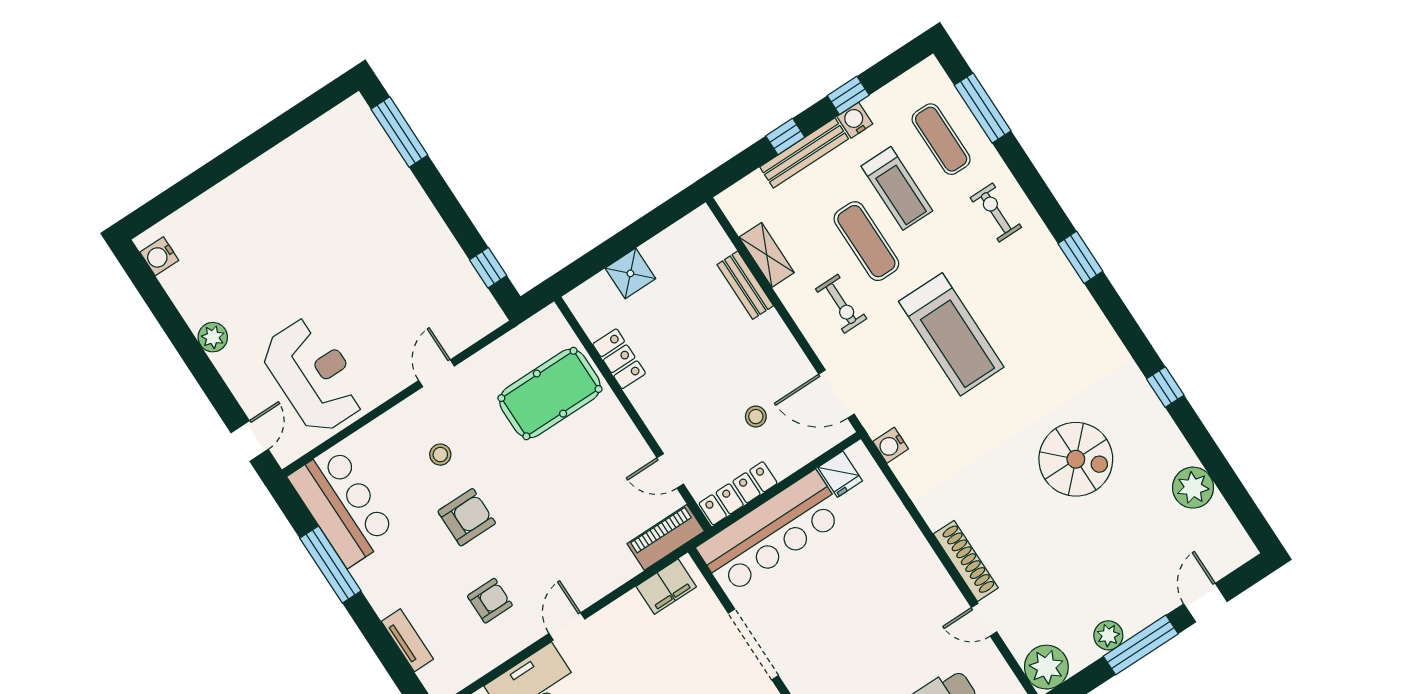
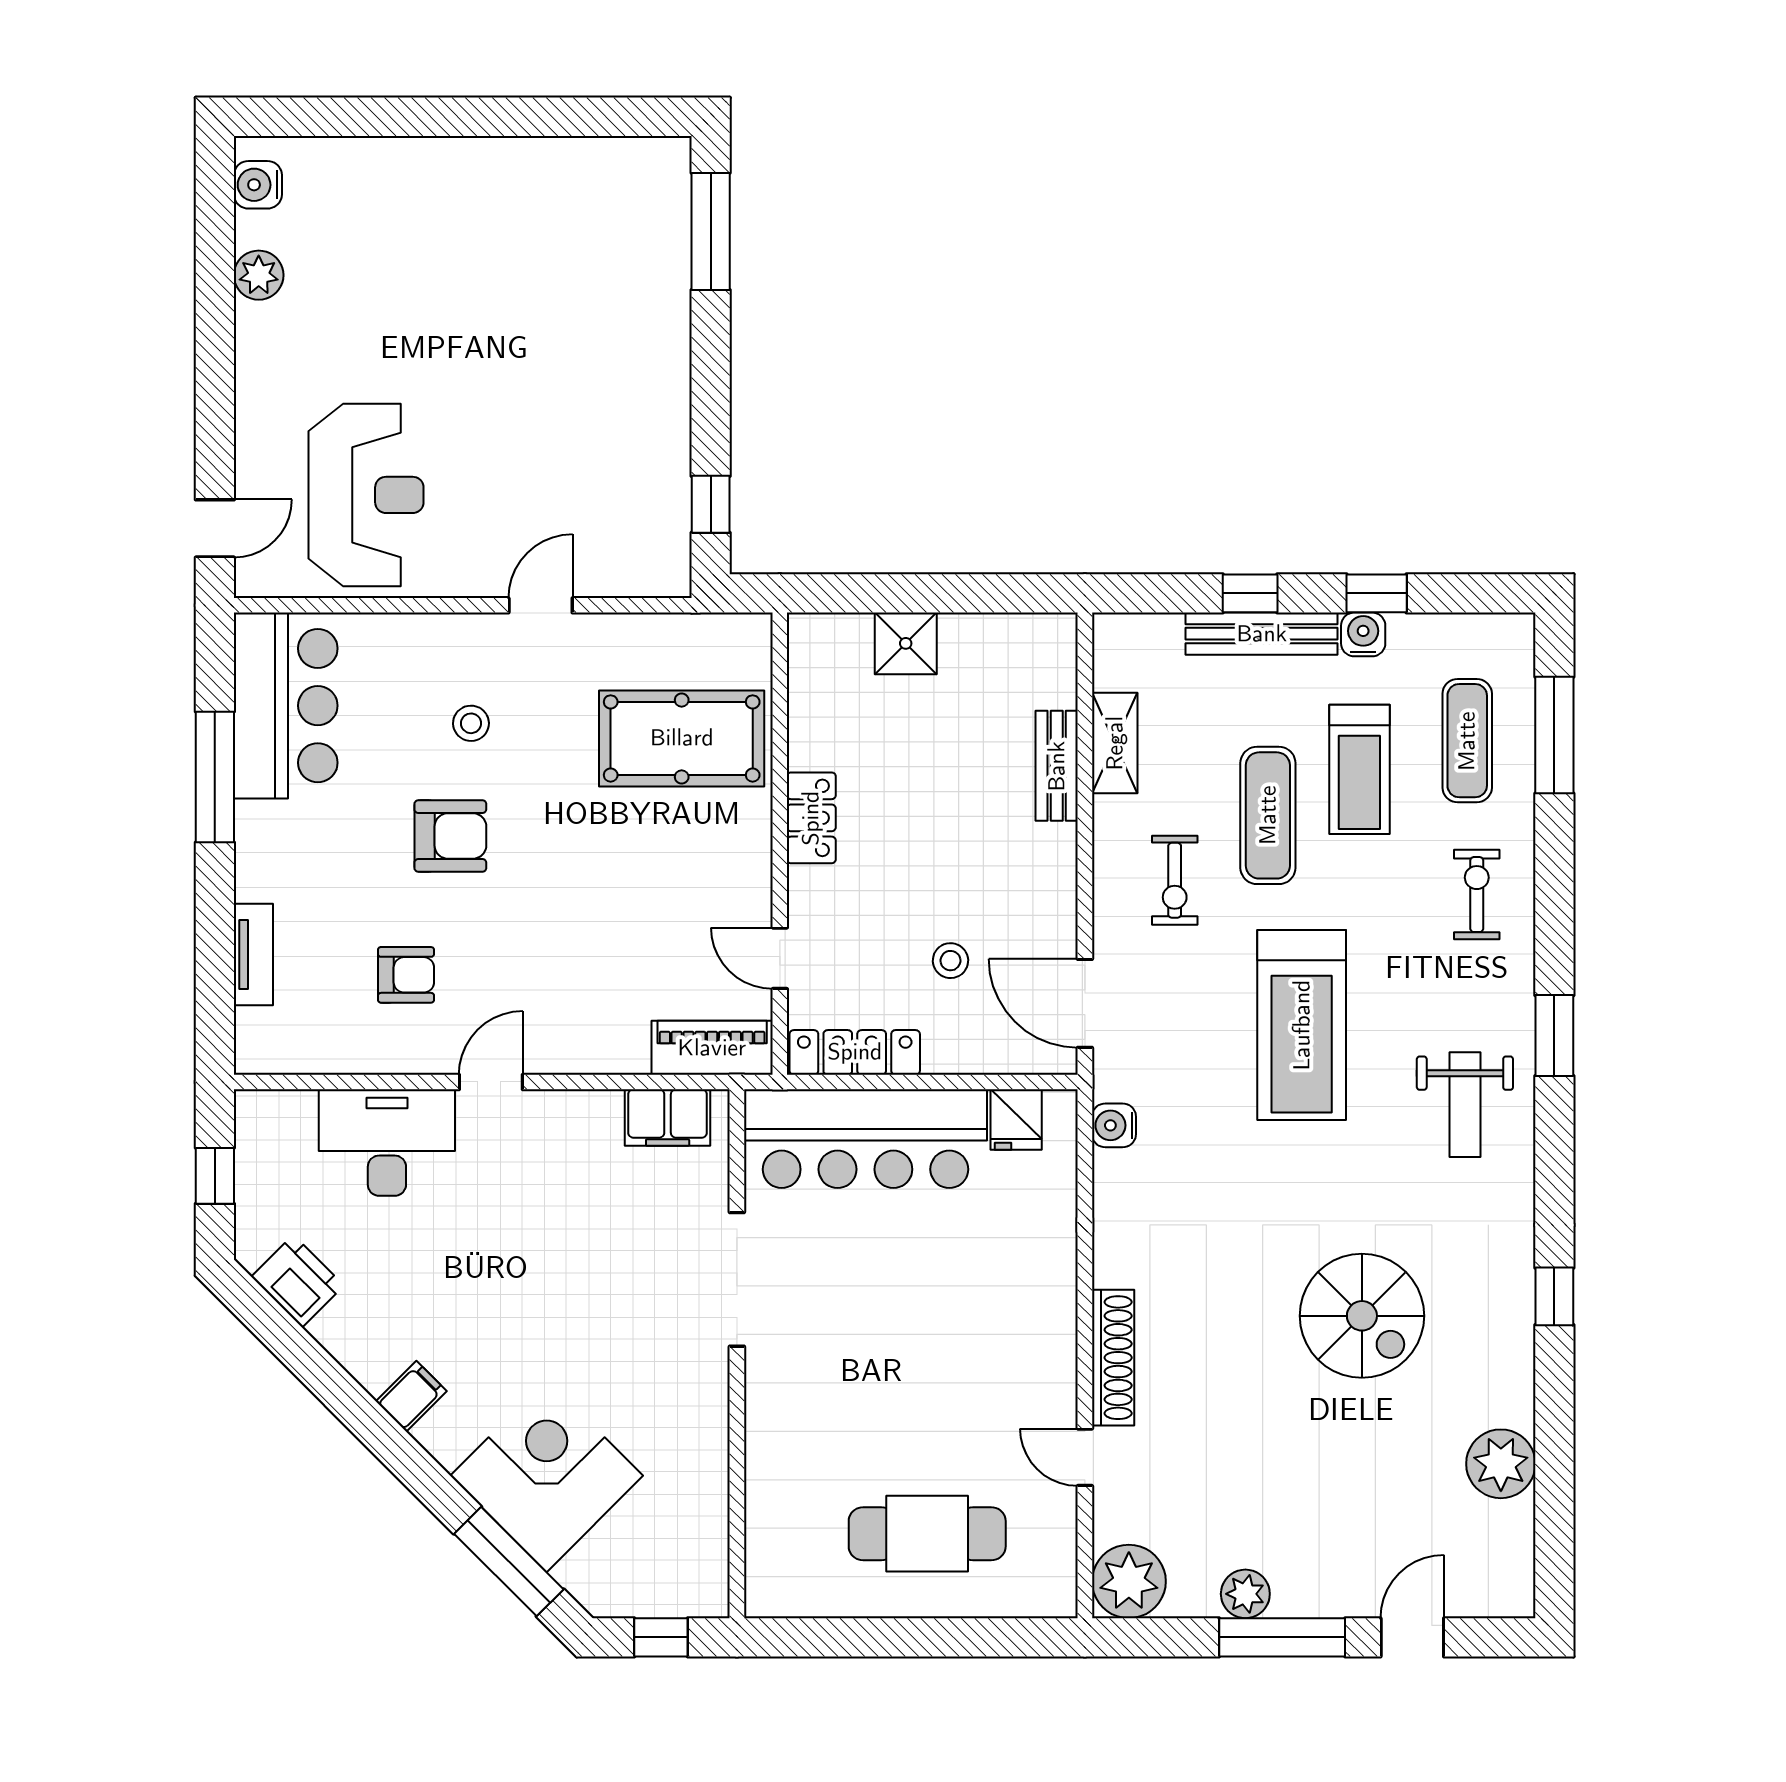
weight bench: (1058, 321) -> (1465, 1105), added
plant: (213, 337) -> (259, 275), moved
locker: (619, 359) -> (811, 818), moved

